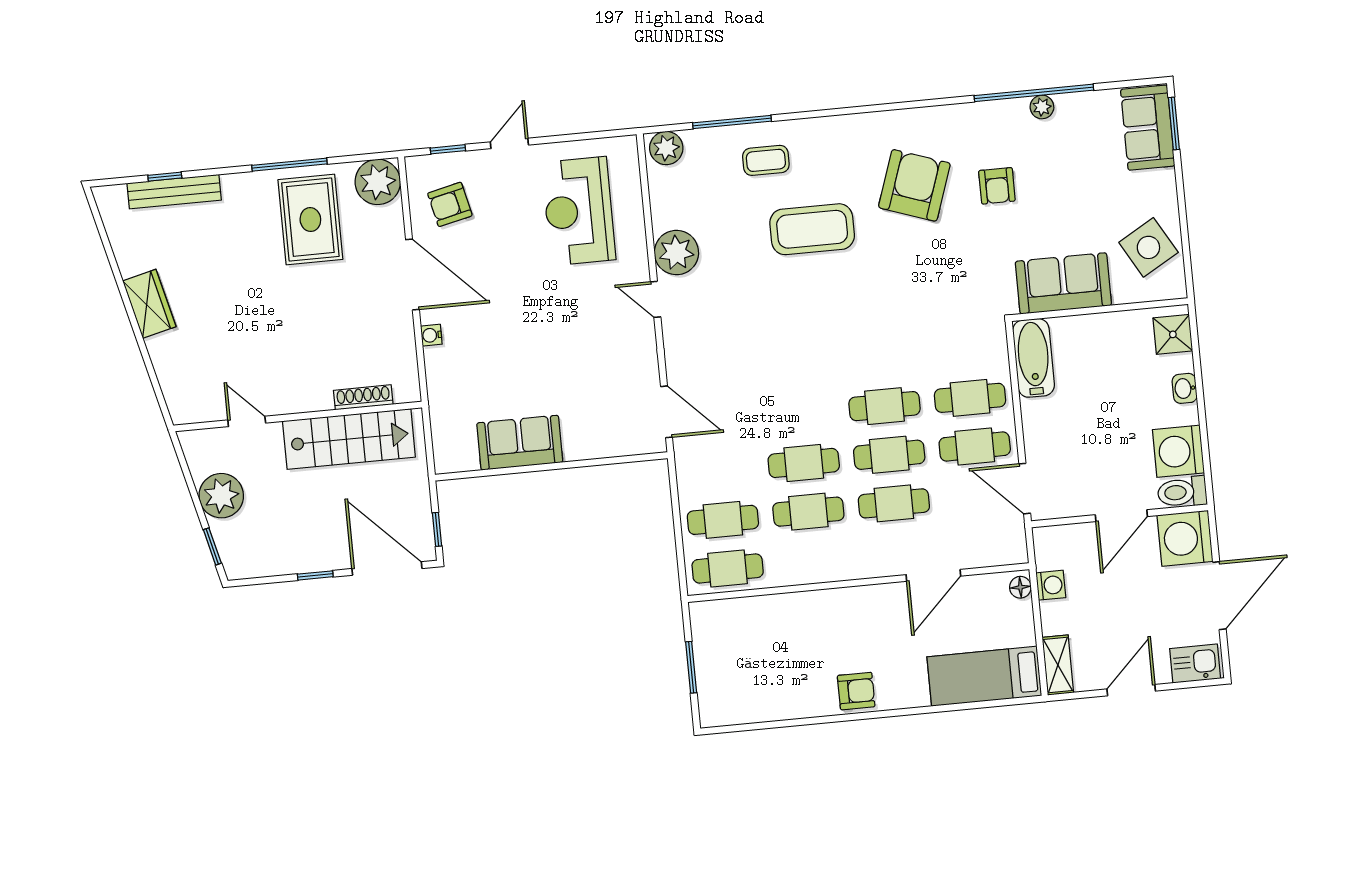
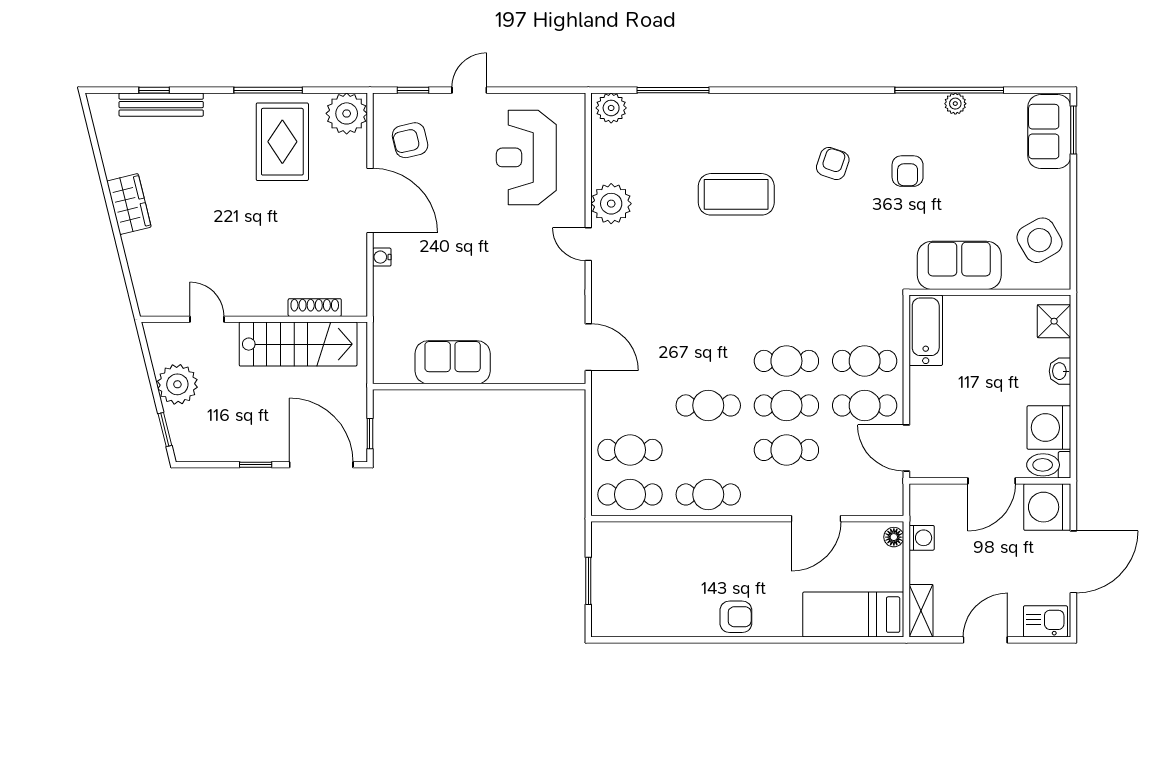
coffee table: (766, 160) -> (700, 128), removed
armchair: (914, 185) -> (833, 163), width x0.53, depth x0.53
cafe table: (808, 512) -> (708, 494), moved

